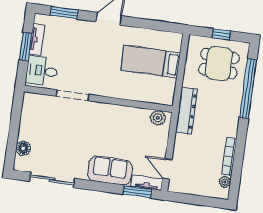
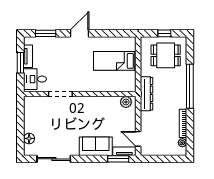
window: (248, 88) -> (190, 86), moved

